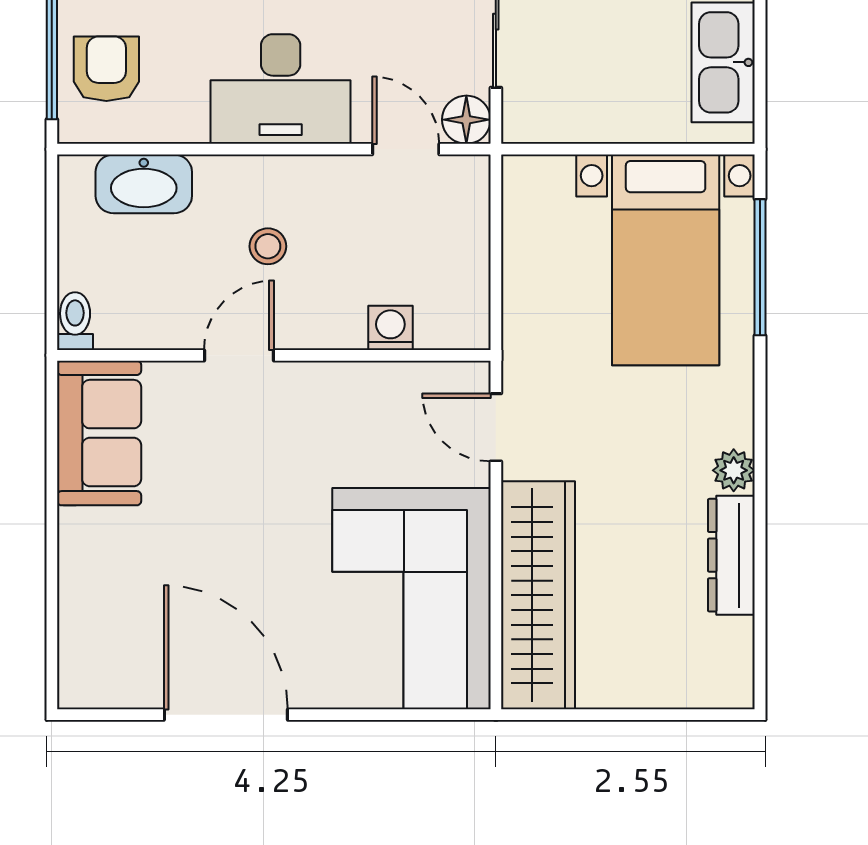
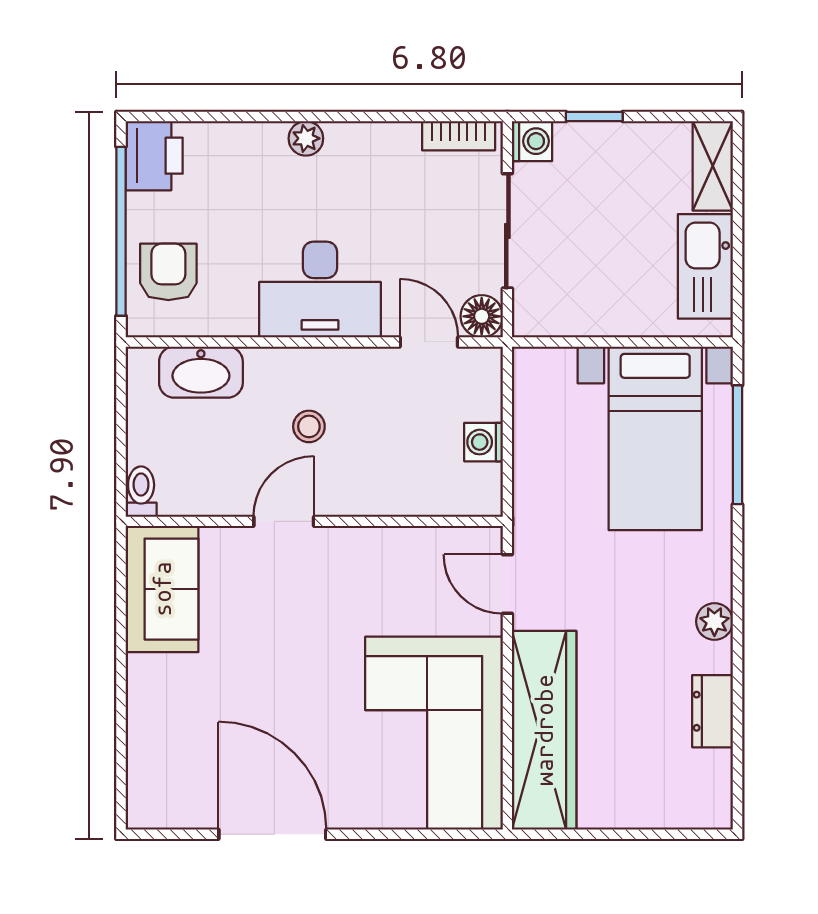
washing machine: (390, 328) -> (484, 442), moved, turned -90
dresser: (731, 555) -> (713, 711), width x0.70

